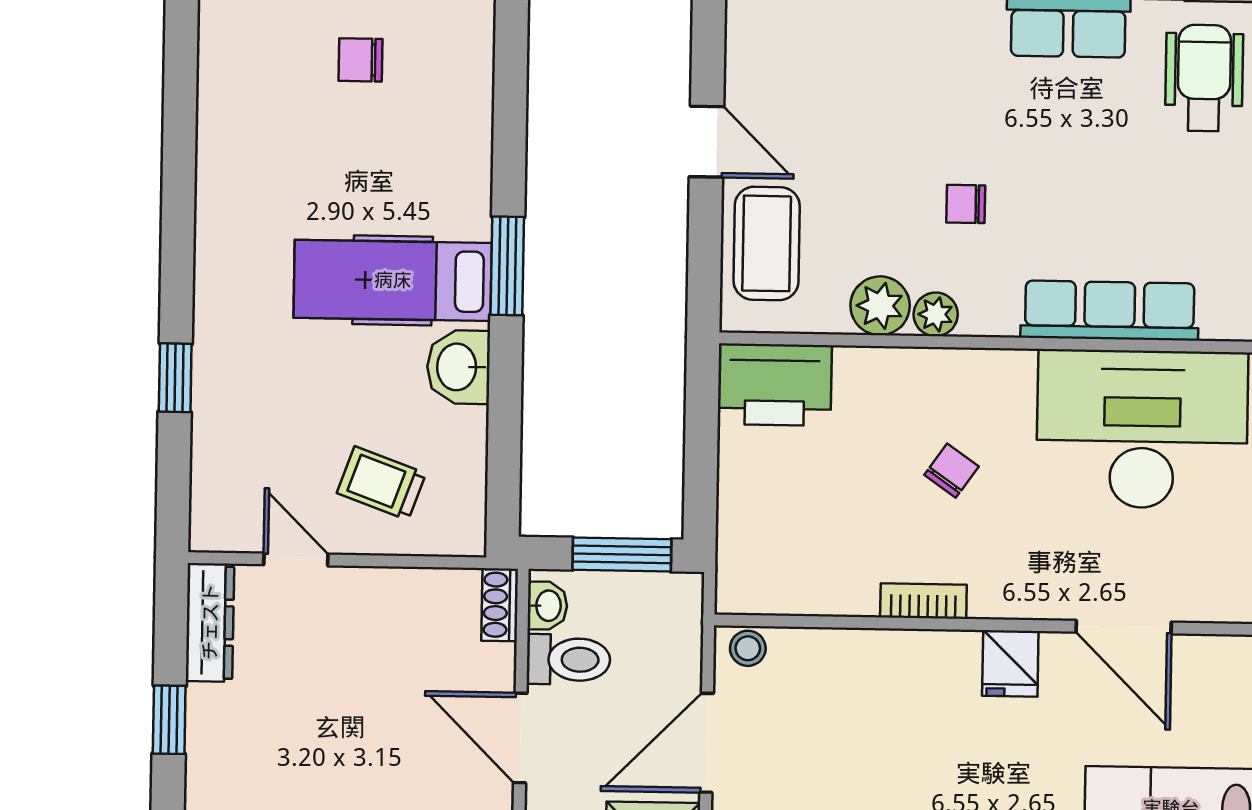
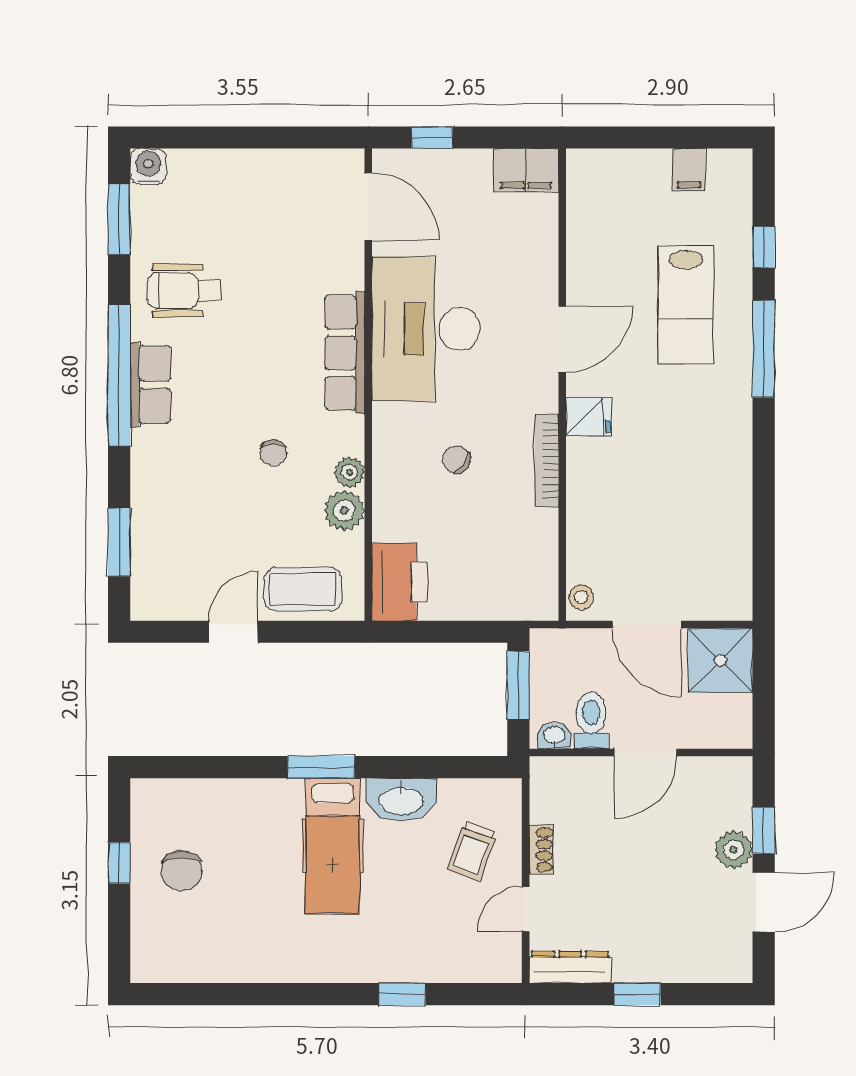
chair: (361, 60) -> (181, 871), width x1.37, depth x1.37
washbasin: (458, 367) -> (401, 800), width x1.38
bookcase: (923, 601) -> (547, 461), width x1.56
shoe rack: (500, 605) -> (541, 850), moved, turned -90

